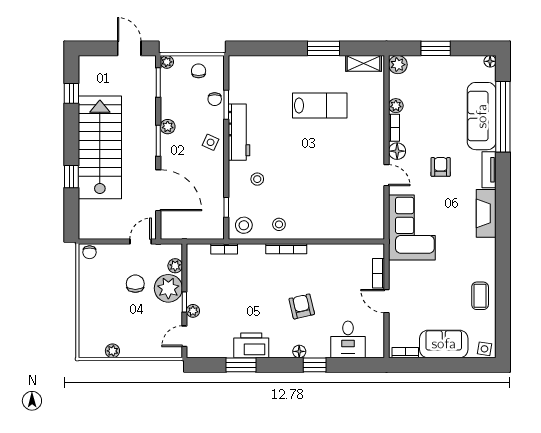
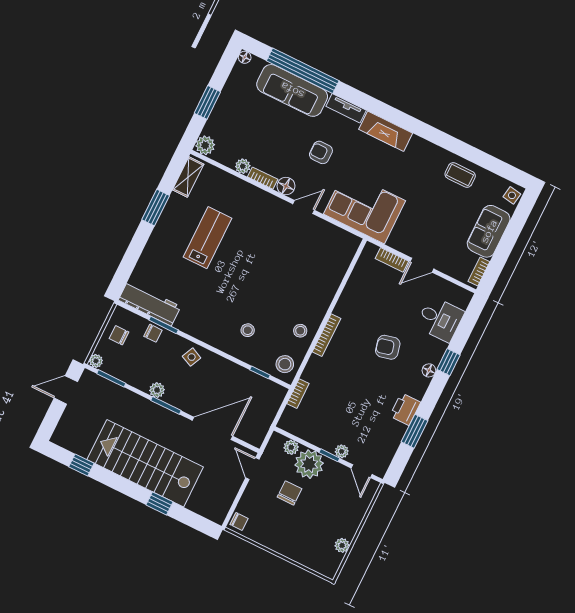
workbench: (239, 132) -> (150, 303), moved
chair: (135, 284) -> (290, 493), turned 90
printer: (251, 345) -> (405, 409), width x0.73, depth x0.84

